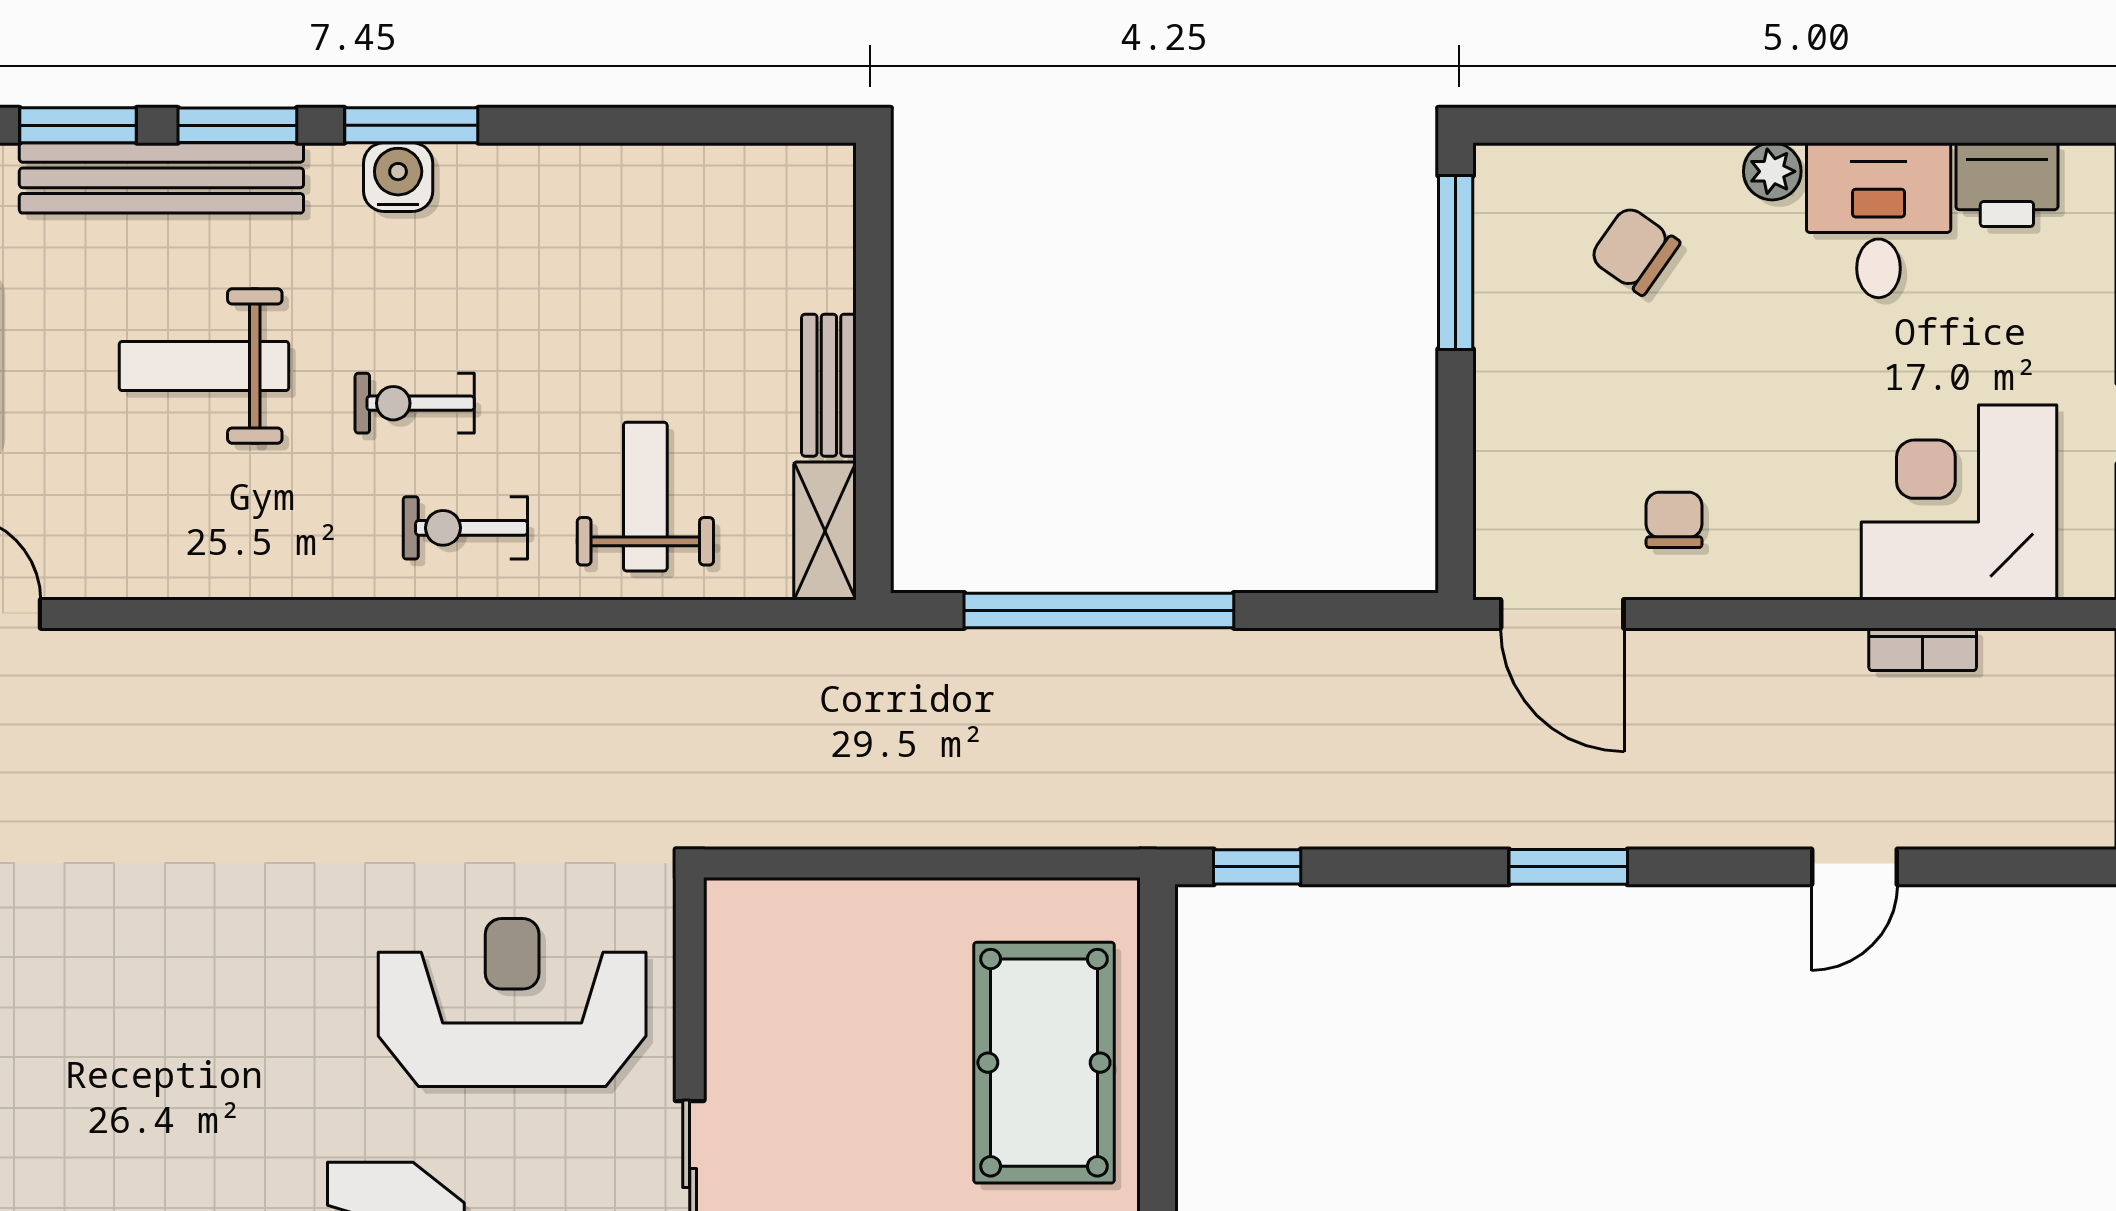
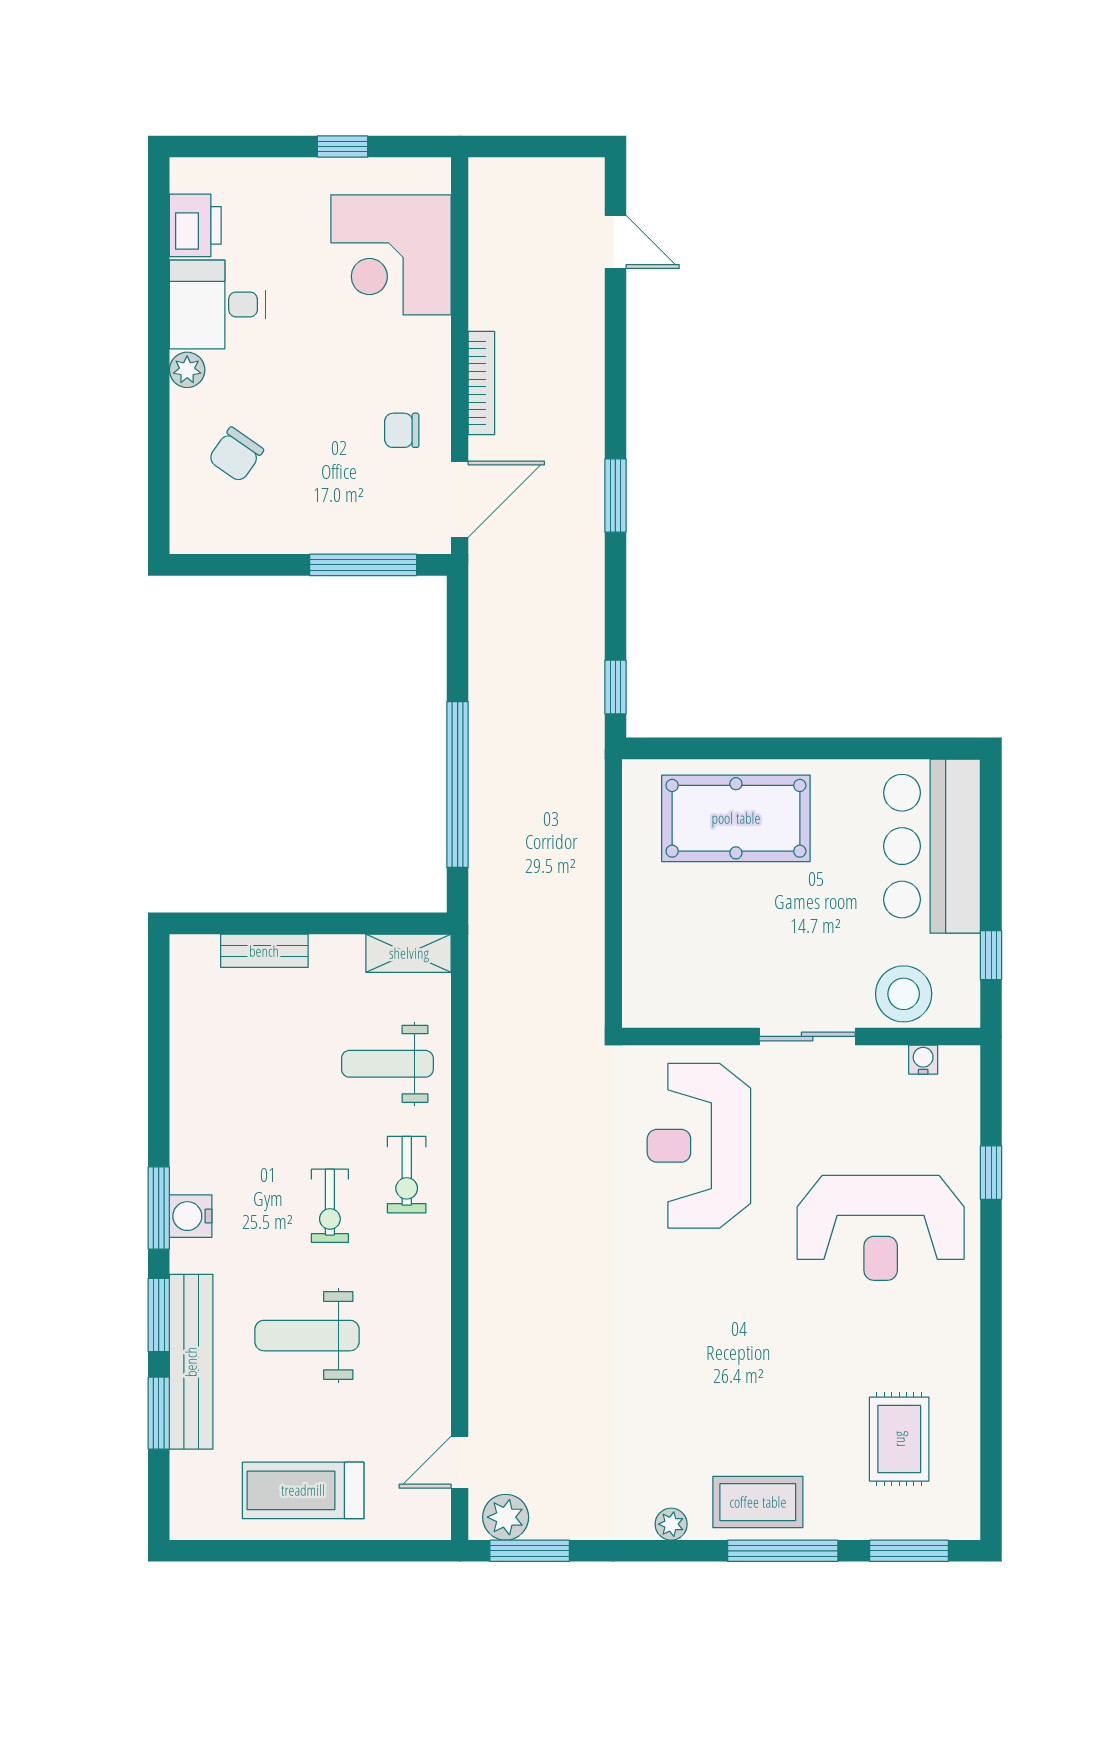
window: (1456, 262) -> (363, 565), moved
weight bench: (204, 366) -> (307, 1336), turned 90
bench: (829, 385) -> (264, 951), moved
bookcase: (1923, 649) -> (481, 383), moved, width x1.56
door: (1854, 867) -> (615, 242), moved

